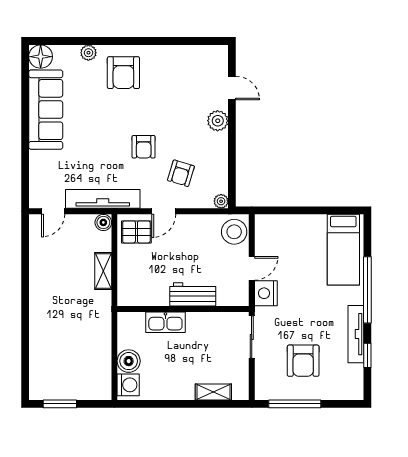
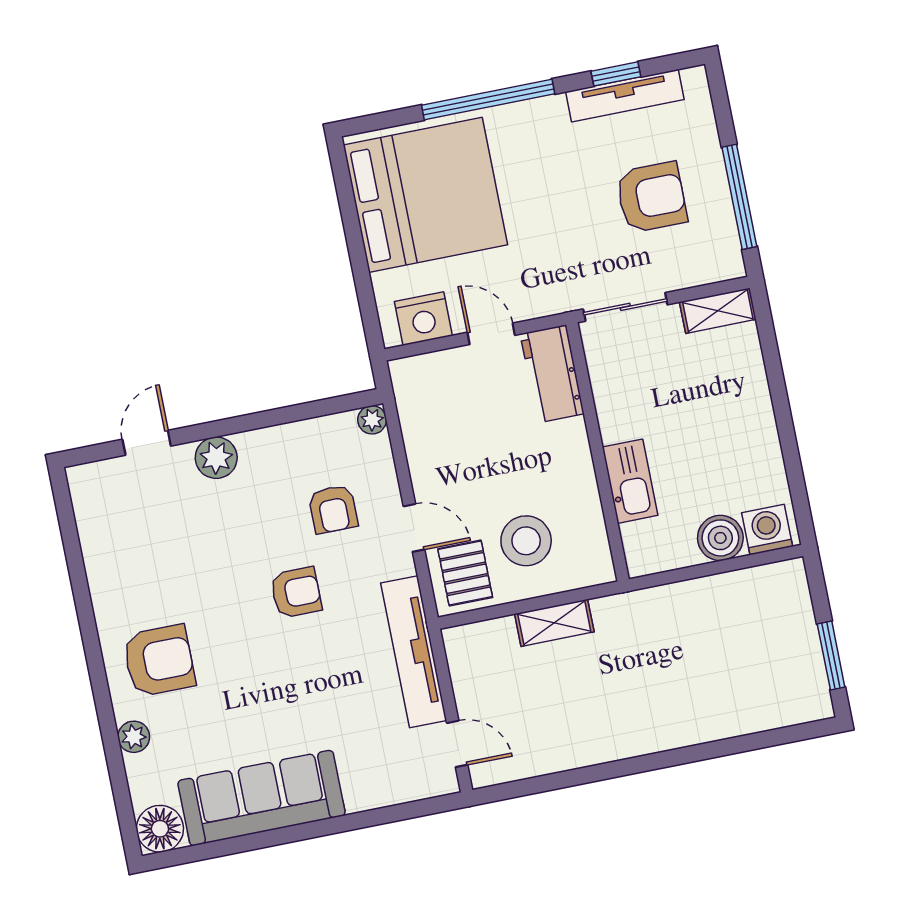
armchair: (181, 173) -> (333, 509), turned 73
boiler: (103, 222) -> (460, 641), removed
stool: (234, 232) -> (526, 541), moved
bed: (343, 250) -> (425, 195), width x2.04
nightstand: (266, 293) -> (423, 319), moved
workbench: (193, 294) -> (552, 374), moved
tv unit: (356, 334) -> (625, 96), moved
shelving: (213, 392) -> (718, 311), moved, turned 90

